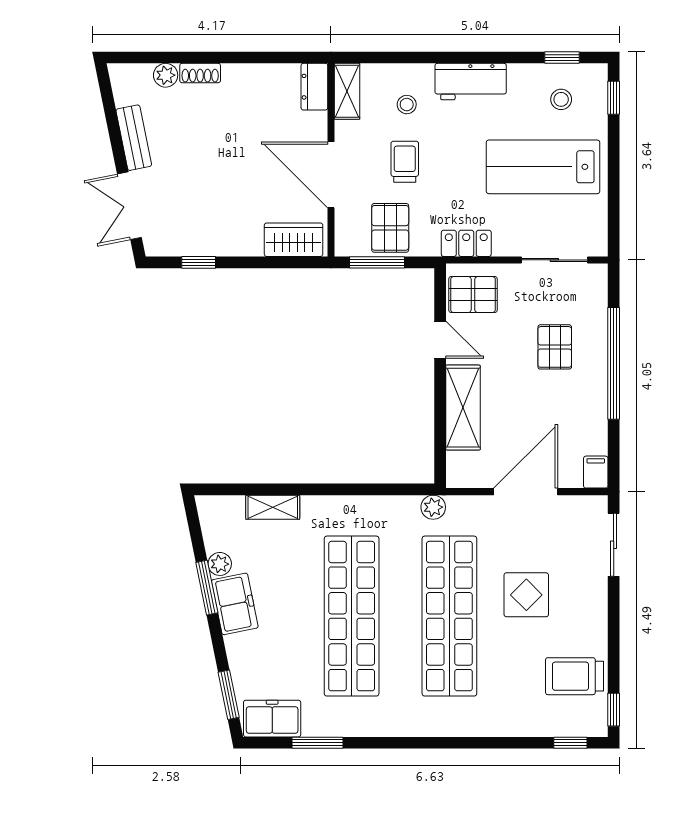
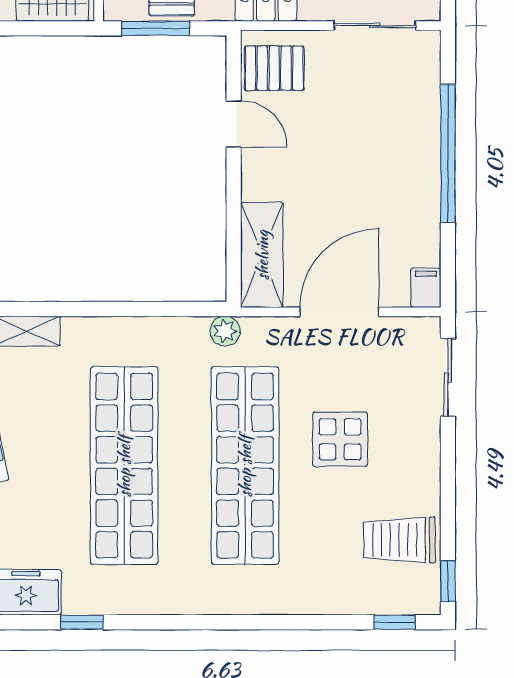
pallet: (555, 347) -> (375, 133), removed
shelving: (463, 408) -> (262, 255), moved
window: (317, 743) -> (82, 622), width x0.67

